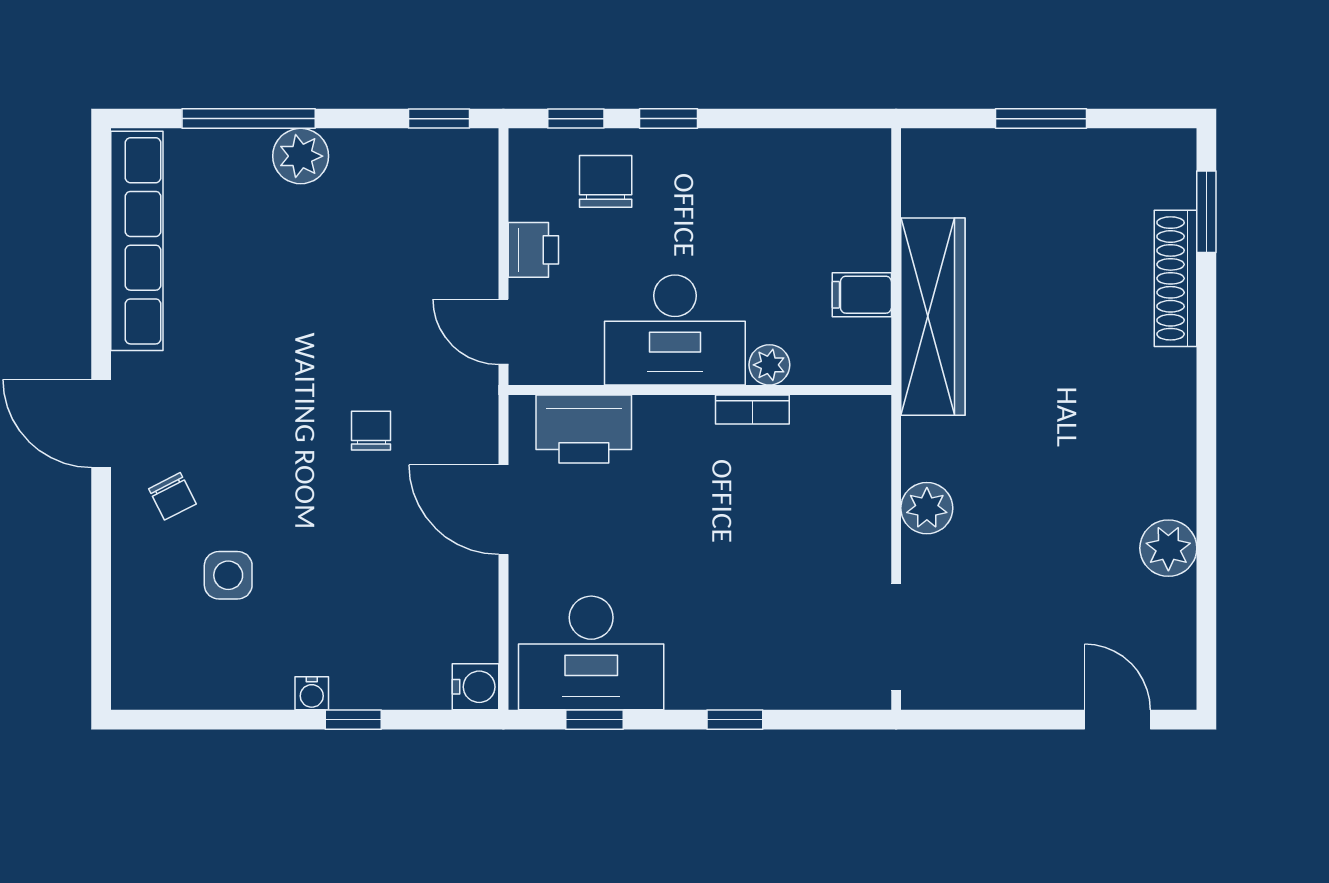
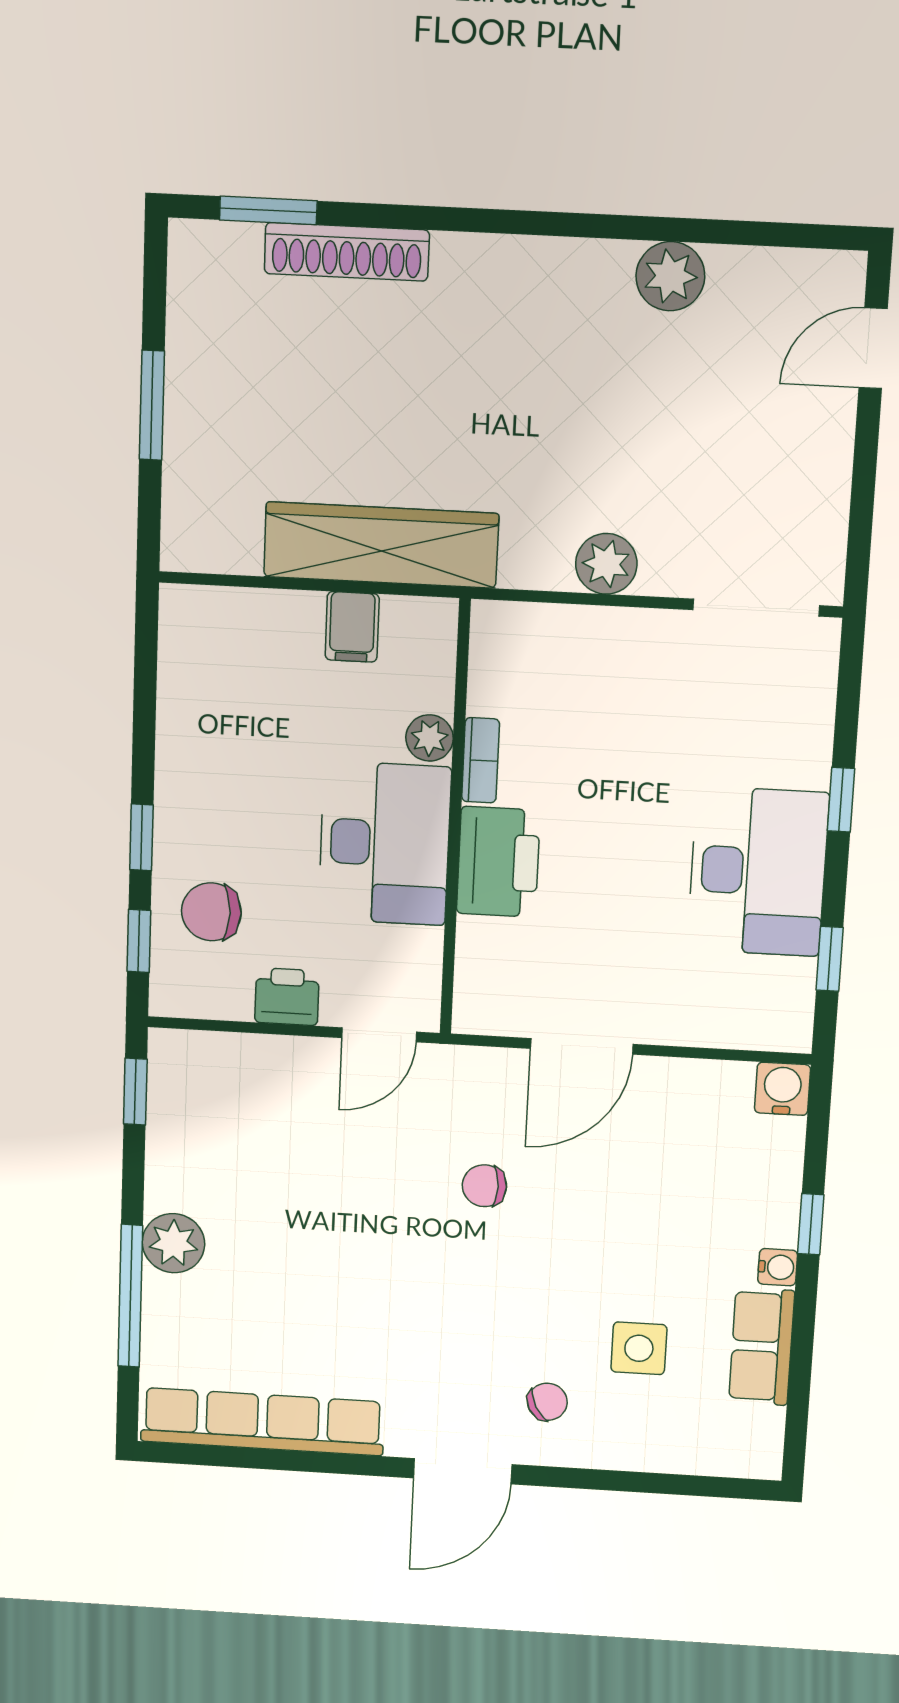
printer: (584, 429) -> (498, 862), moved
desk: (591, 653) -> (758, 871), moved
row of seats: (237, 684) -> (762, 1347), added

